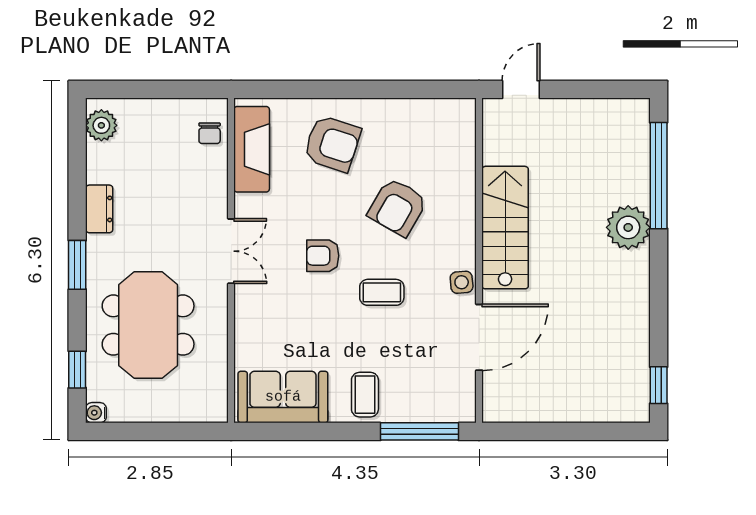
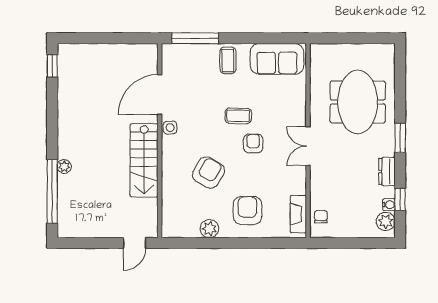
plant: (396, 113) -> (209, 229), added
armchair: (332, 144) -> (247, 211), turned 72
fireplace: (252, 149) -> (298, 214), width x0.73, depth x0.76
plant: (628, 227) -> (64, 166), width x0.53, depth x0.53
armchair: (323, 256) -> (253, 143), turned -90
coffee table: (382, 292) -> (238, 116), moved
window: (77, 370) -> (400, 199), moved
water cooler: (96, 413) -> (389, 205), moved

